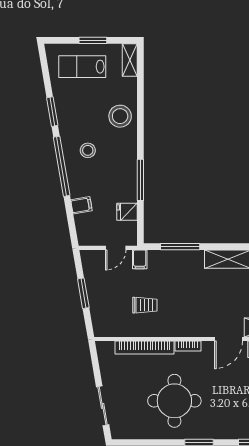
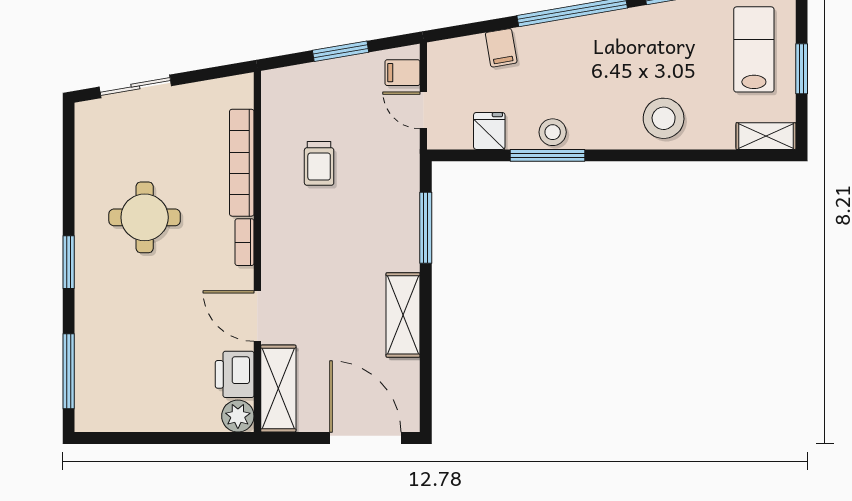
stool: (88, 150) -> (553, 132), moved
filing cabinet: (140, 259) -> (402, 73), moved
round table: (174, 401) -> (145, 217), width x0.73, depth x0.73

